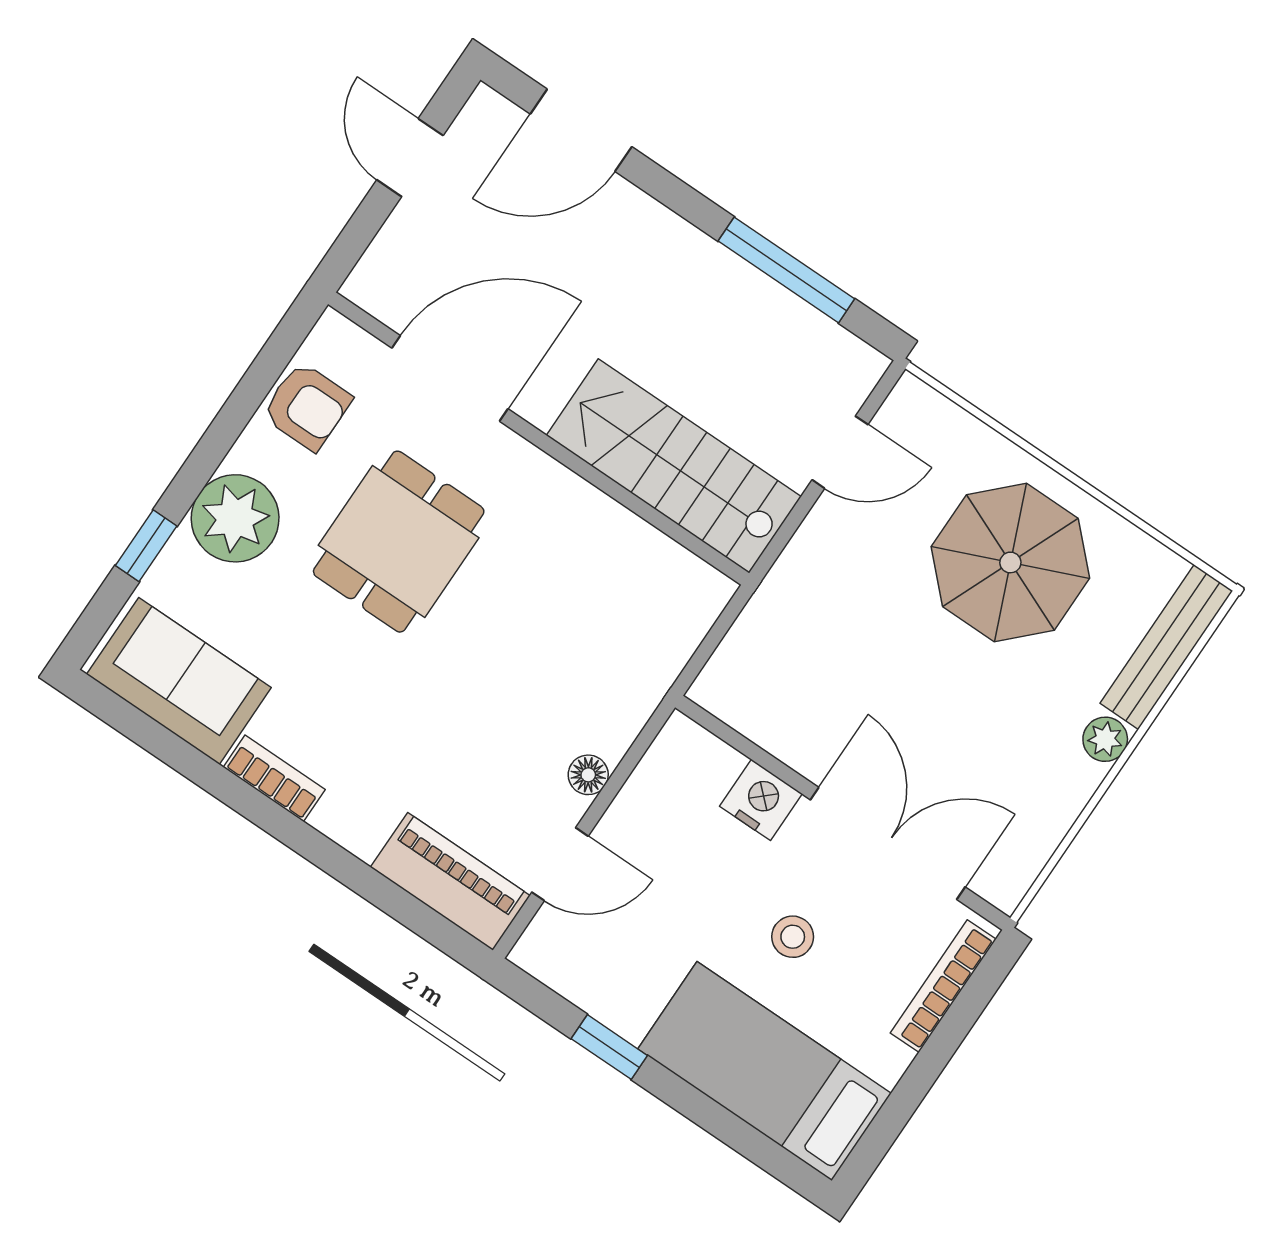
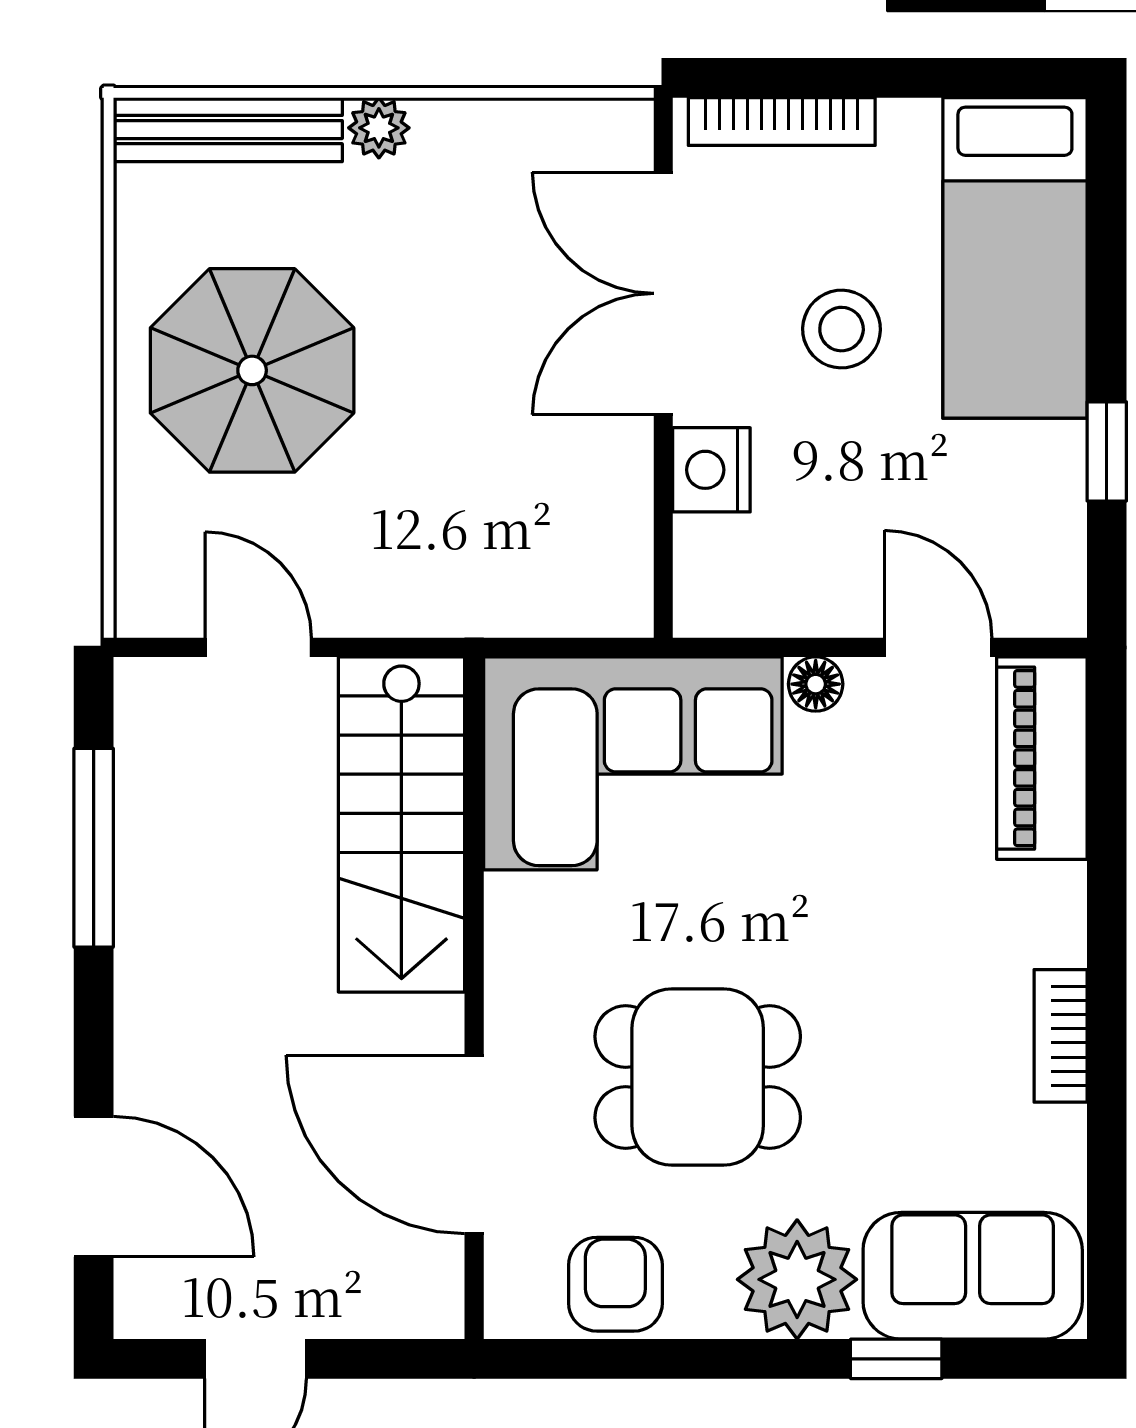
corner sofa: (615, 631) -> (633, 763), added
sofa: (179, 681) -> (973, 1276), moved, turned 90
stool: (793, 937) -> (842, 329), width x1.37, depth x1.37

